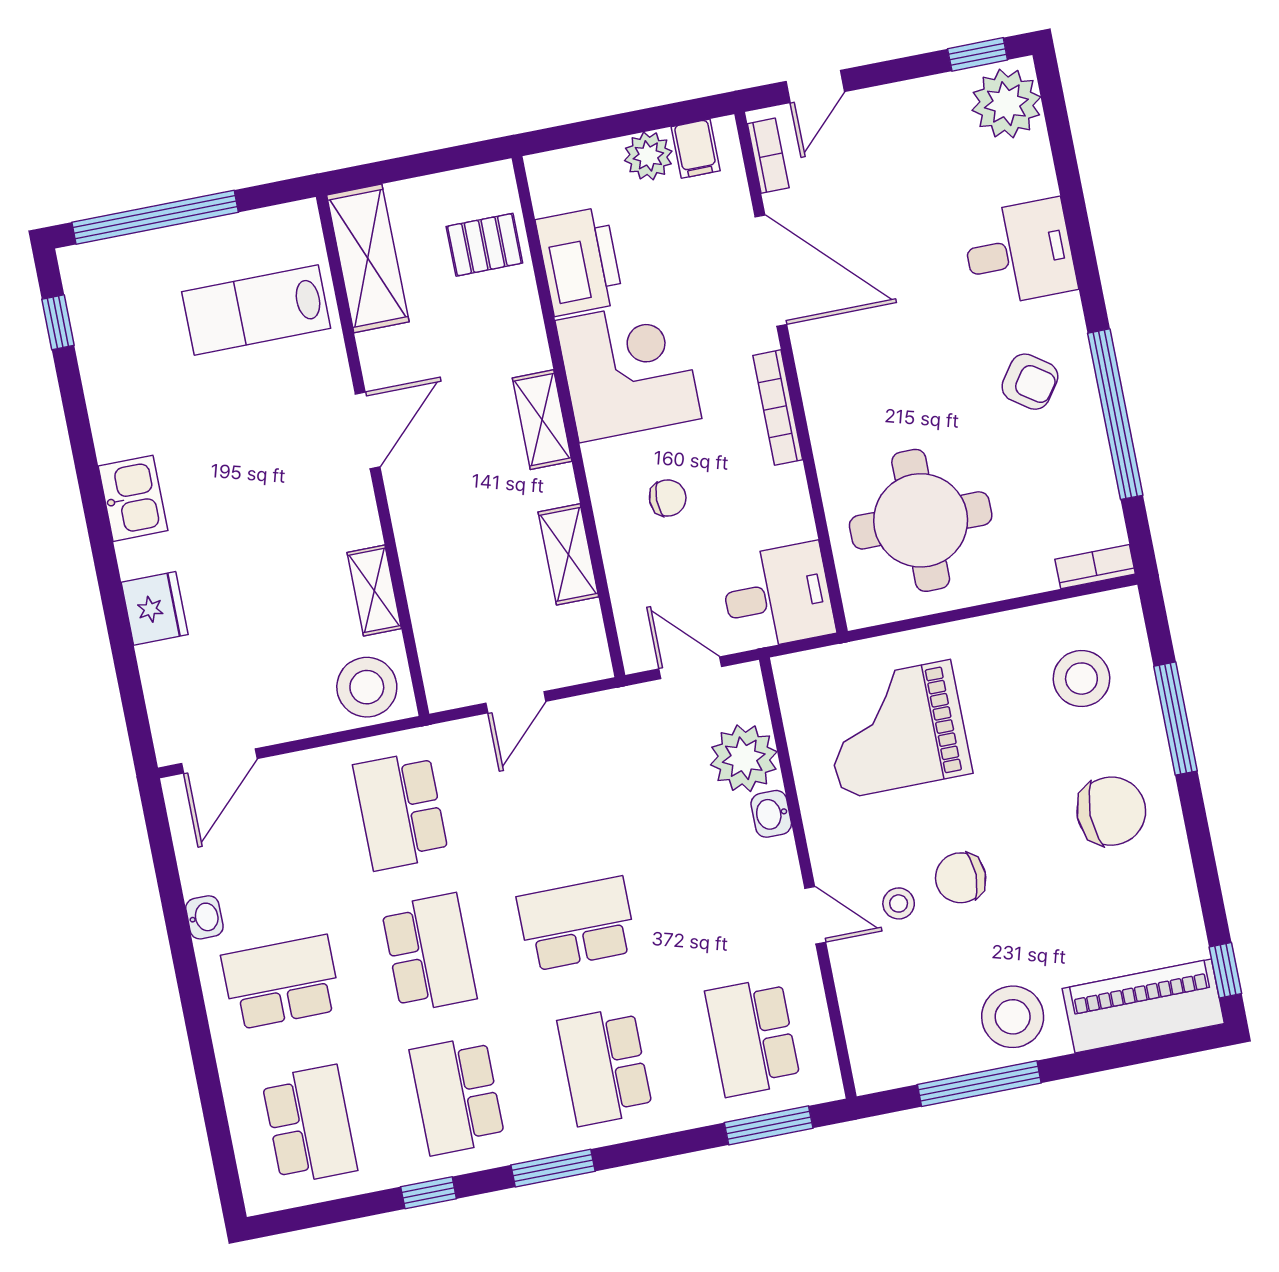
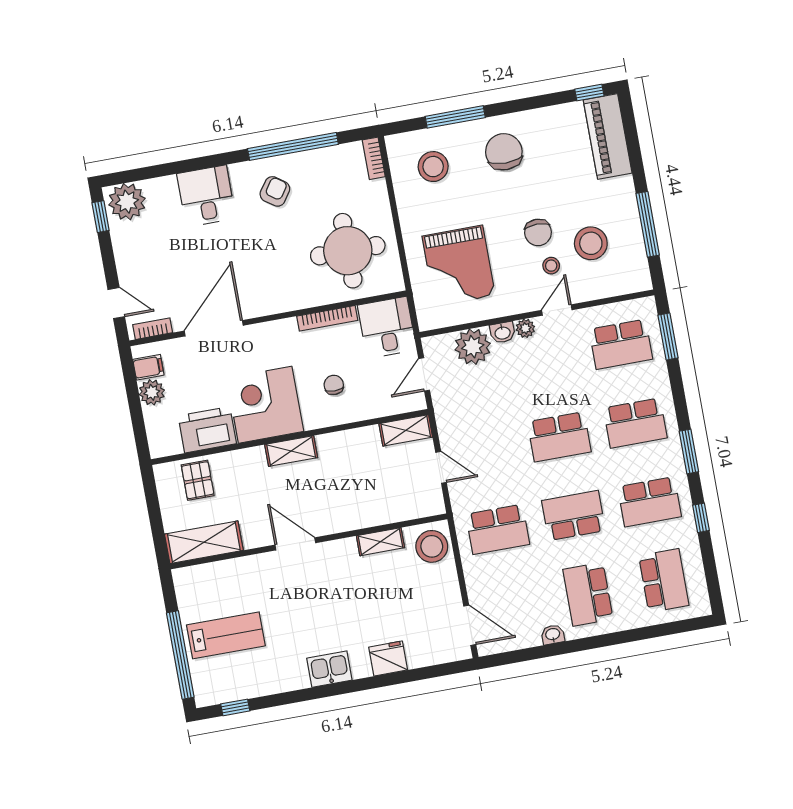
lab bench: (256, 310) -> (226, 635), moved, turned -90
bookcase: (778, 408) -> (327, 318), moved
shelving: (568, 554) -> (406, 430), moved
plant: (780, 857) -> (525, 328), added
school desk: (577, 924) -> (559, 437), turned -90
stool: (1013, 1017) -> (591, 243), moved
school desk: (310, 1125) -> (664, 580), turned 90

